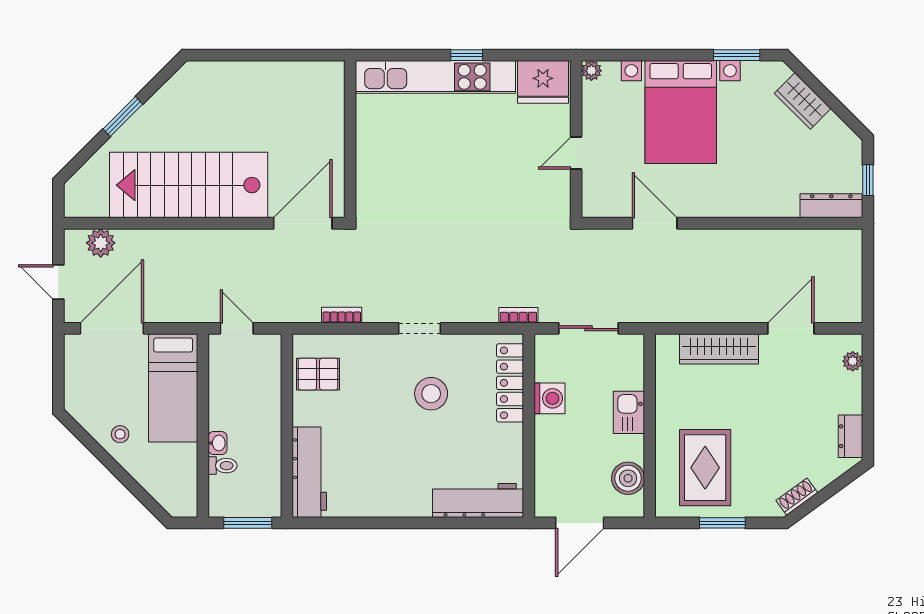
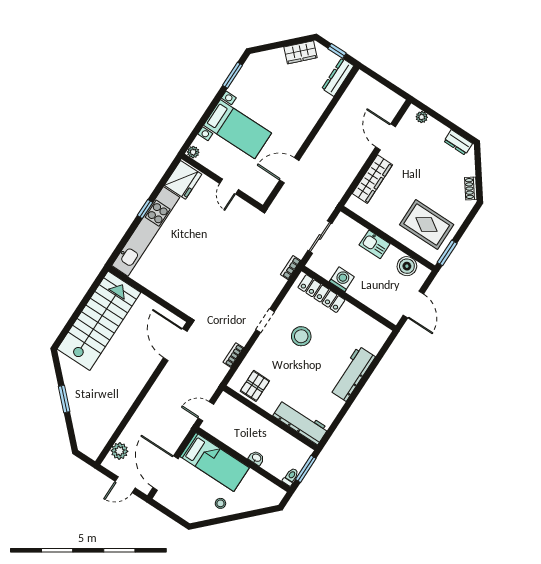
wardrobe: (803, 101) -> (300, 52), moved
bed with nightstands: (681, 112) -> (237, 129), width x0.73
stairs: (189, 185) -> (99, 321), moved, turned 180
toilet: (223, 466) -> (291, 477), moved
workbench: (478, 500) -> (352, 374), moved
window: (722, 523) -> (447, 253), moved

